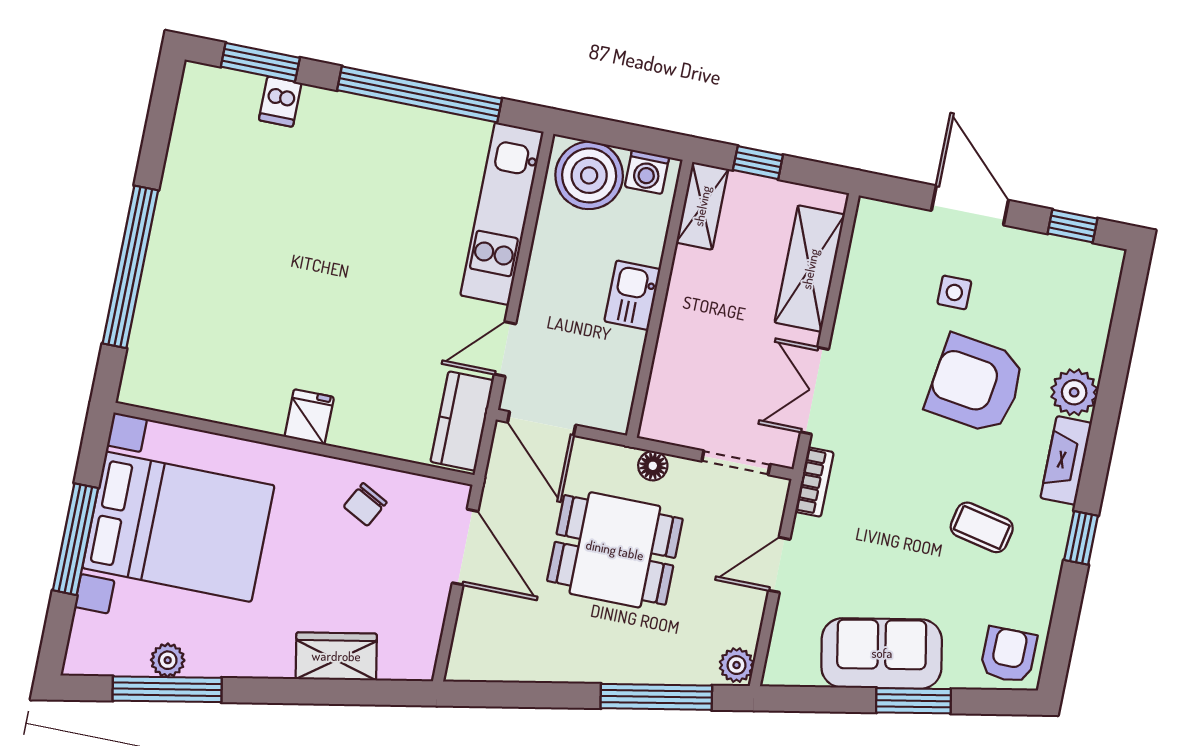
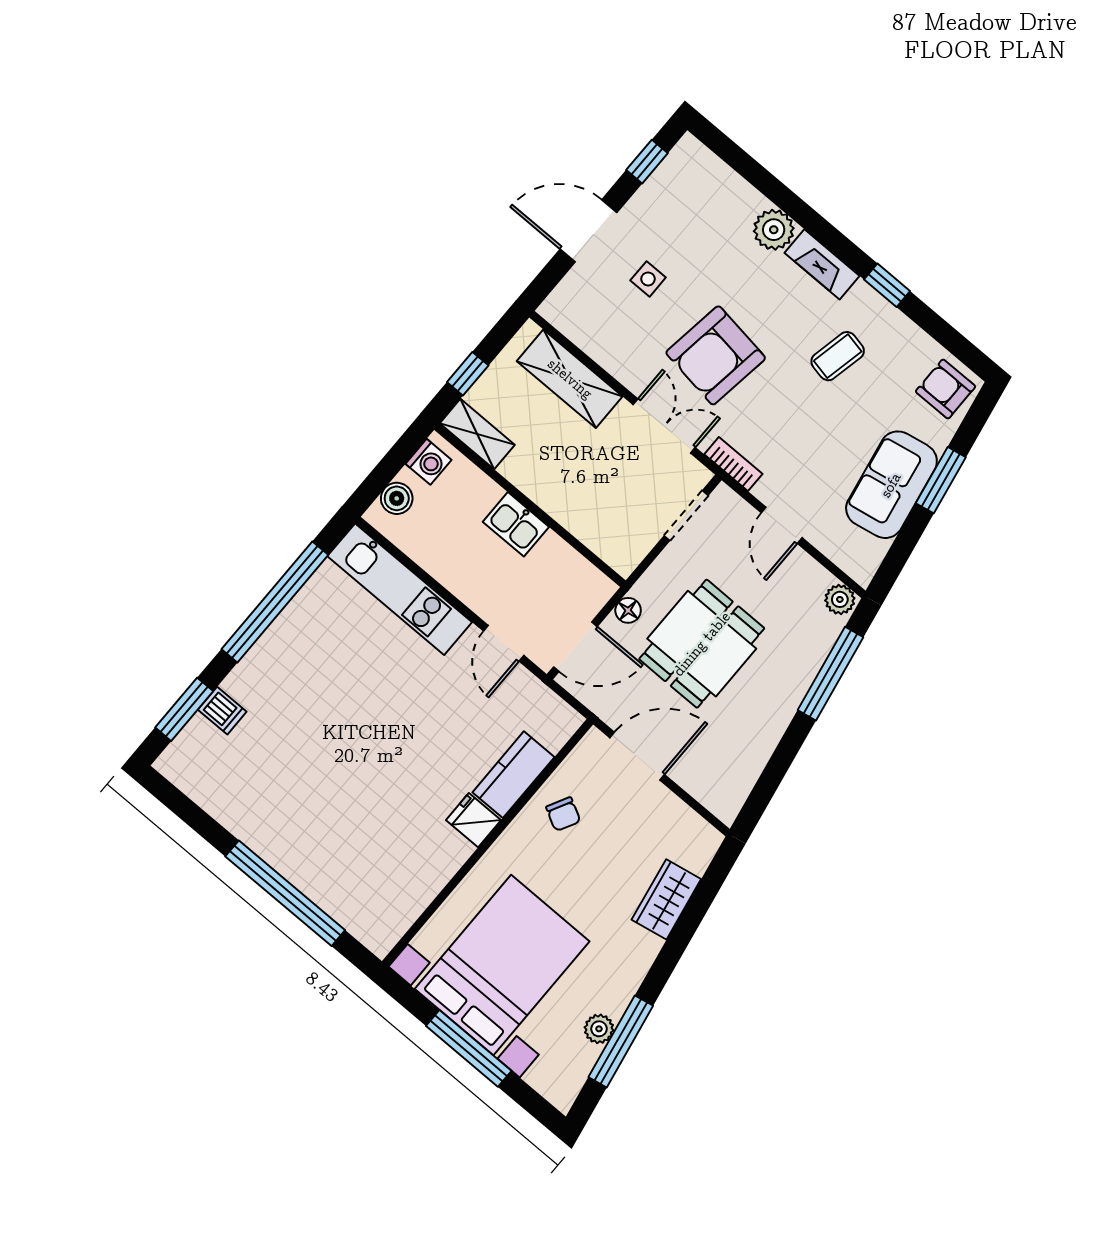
boiler: (589, 175) -> (397, 498), width x0.54, depth x0.54
armchair: (976, 384) -> (716, 355), moved
double door: (814, 391) -> (664, 426), swing flipped
kitchen counter: (462, 421) -> (513, 775), moved, turned 90
floor lamp: (653, 466) -> (628, 610), moved

